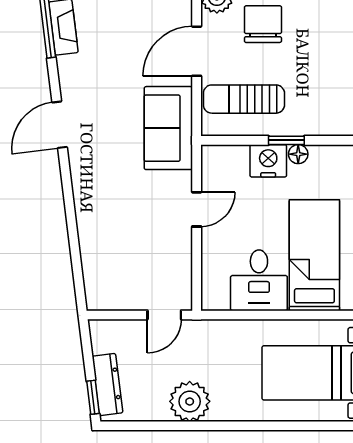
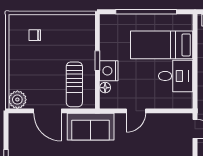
chair: (263, 24) -> (35, 35), moved, width x0.54, depth x0.54
floor lamp: (298, 154) -> (105, 88), moved
door: (197, 209) -> (136, 111), swing flipped

